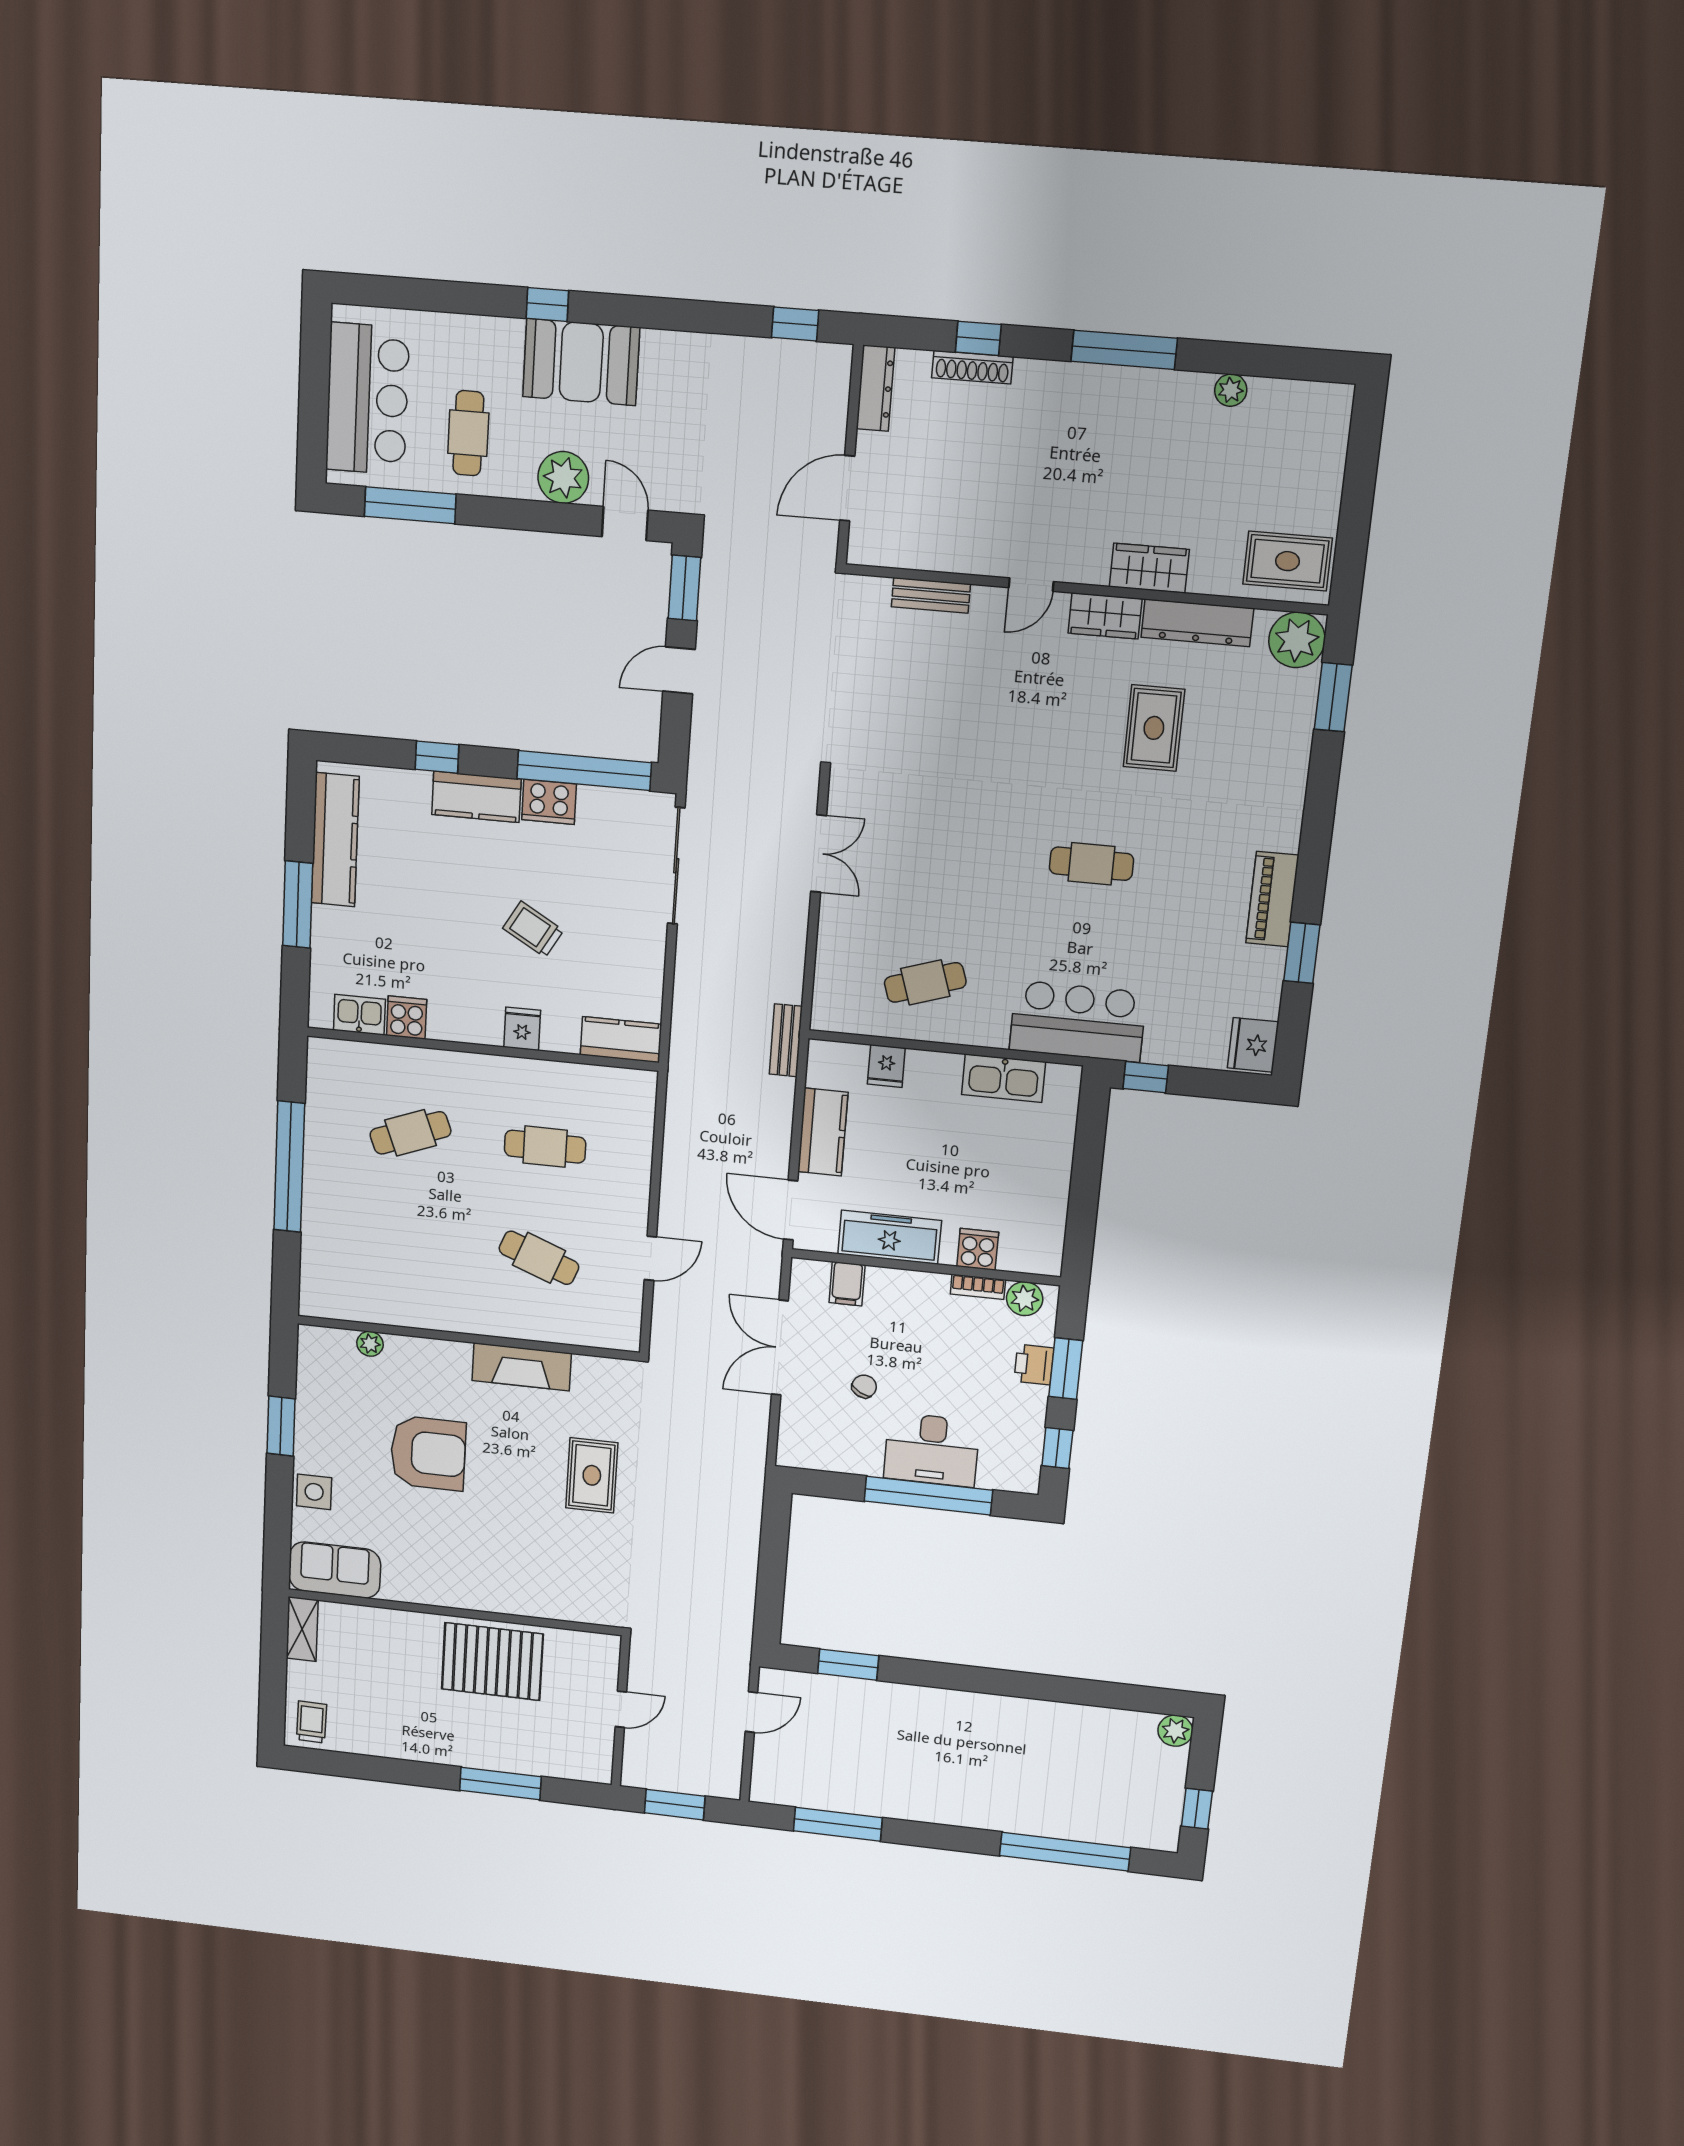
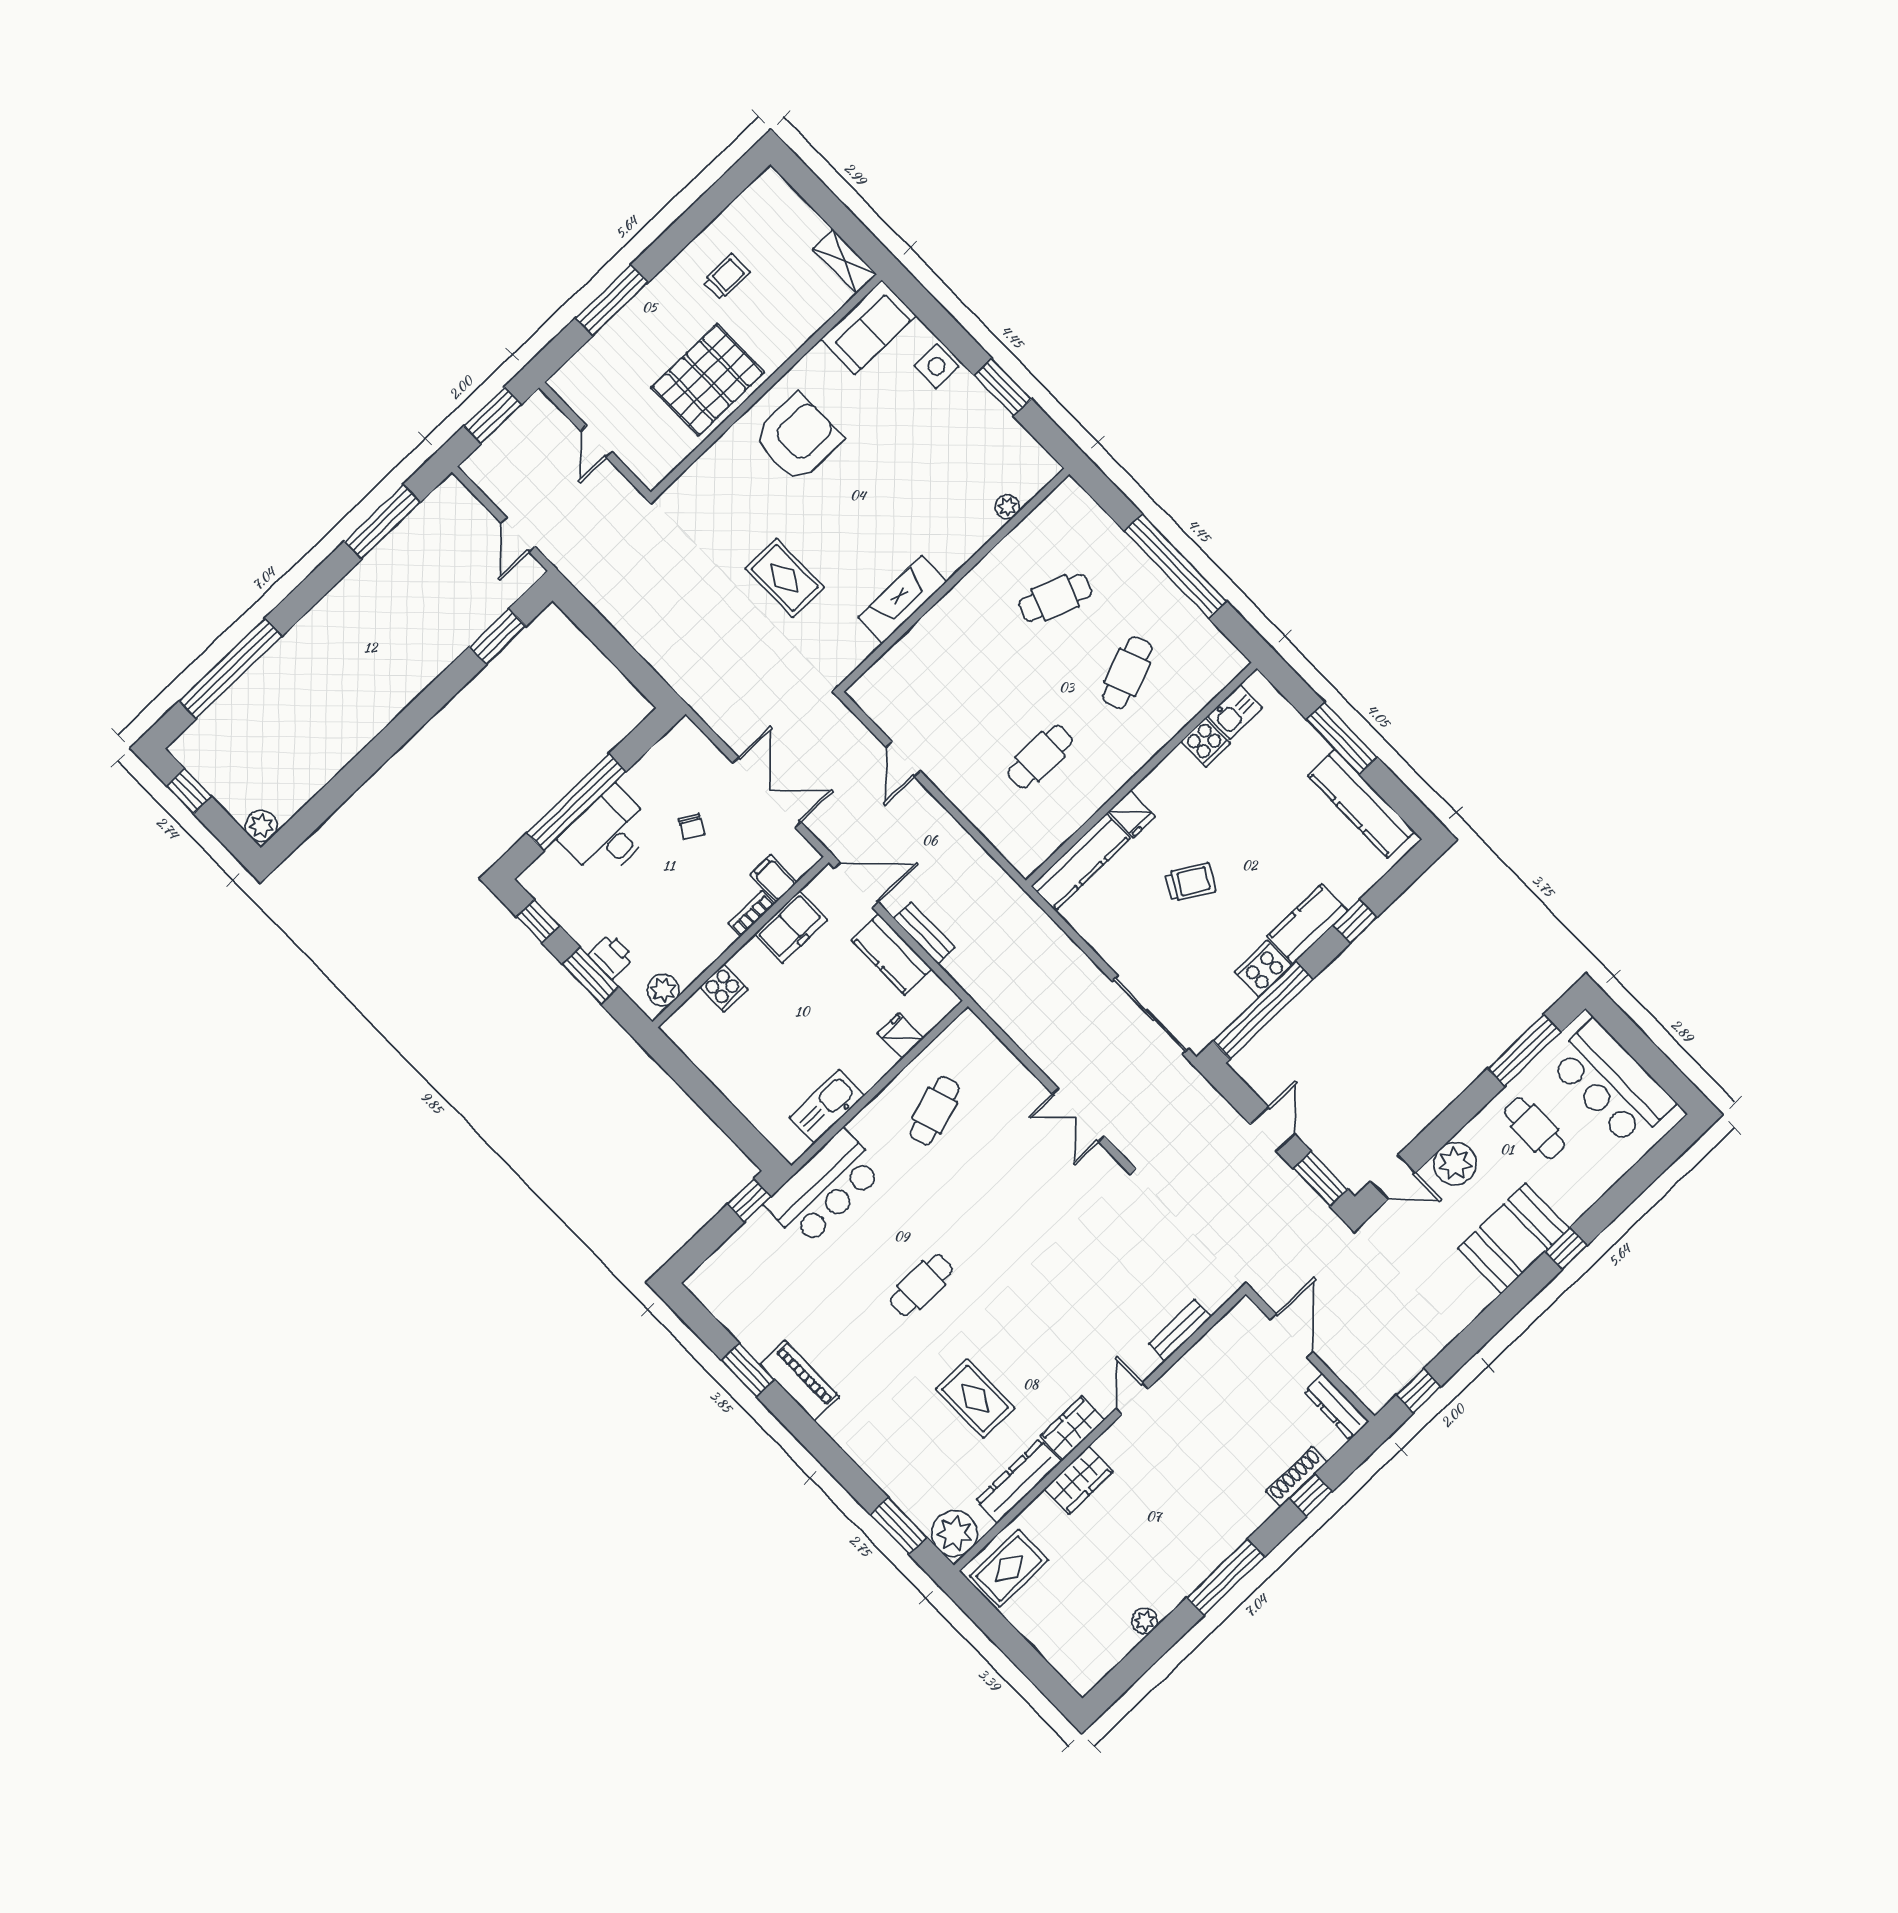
kitchen counter: (621, 1040) -> (1081, 862), width x1.50
bench: (786, 1040) -> (924, 933), moved
fridge: (1253, 1045) -> (712, 1288), removed
freezer: (890, 1237) -> (791, 927), width x0.71
cafe table: (539, 1258) -> (1055, 598), moved
bookcase: (978, 1287) -> (751, 914), moved
armchair: (428, 1453) -> (797, 438), moved, turned 180
trolley: (312, 1722) -> (726, 277), moved, turned -91

